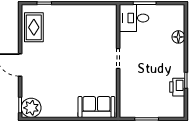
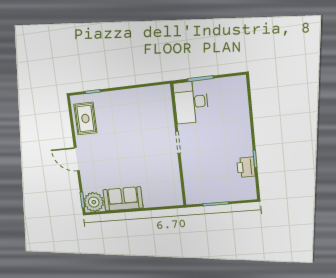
desk: (134, 18) -> (191, 102), width x1.37
floor lamp: (178, 37) -> (242, 112), removed
sofa: (96, 107) -> (123, 199), moved

